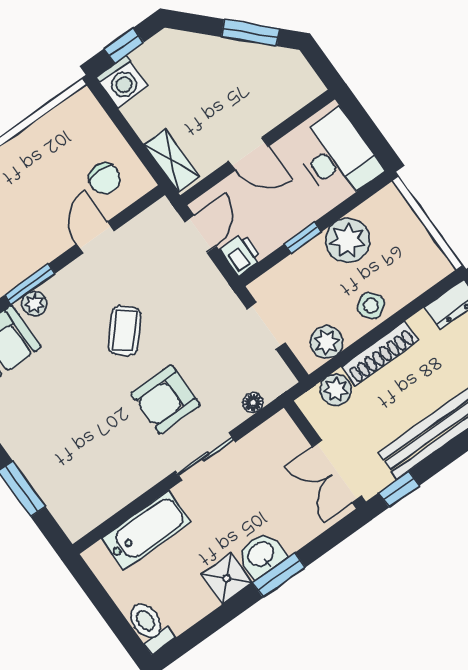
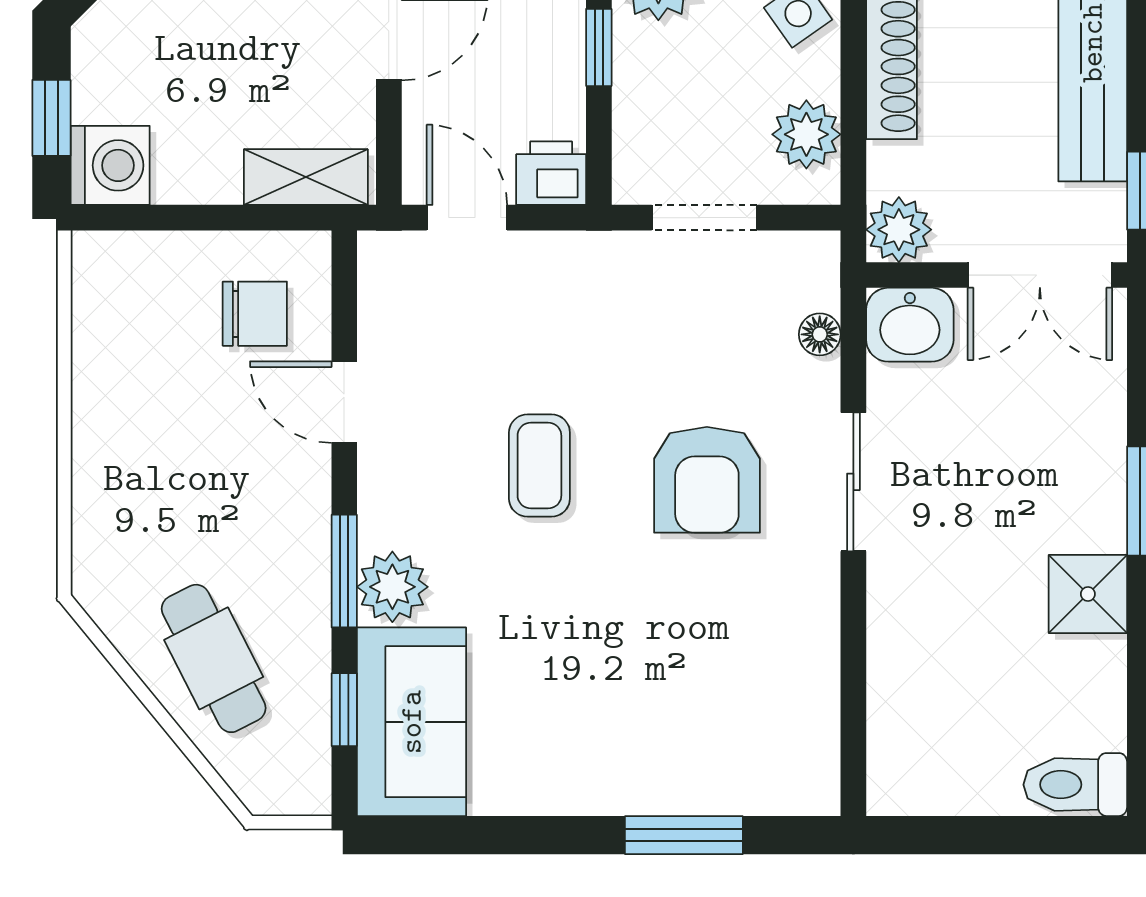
plant: (34, 304) -> (392, 587), width x1.38, depth x1.38
coffee table: (125, 331) -> (539, 466), turned 49
plant: (336, 390) -> (899, 230), moved
bathtub: (146, 530) -> (907, 673), removed
washbasin: (261, 555) -> (910, 325), moved, turned -90

